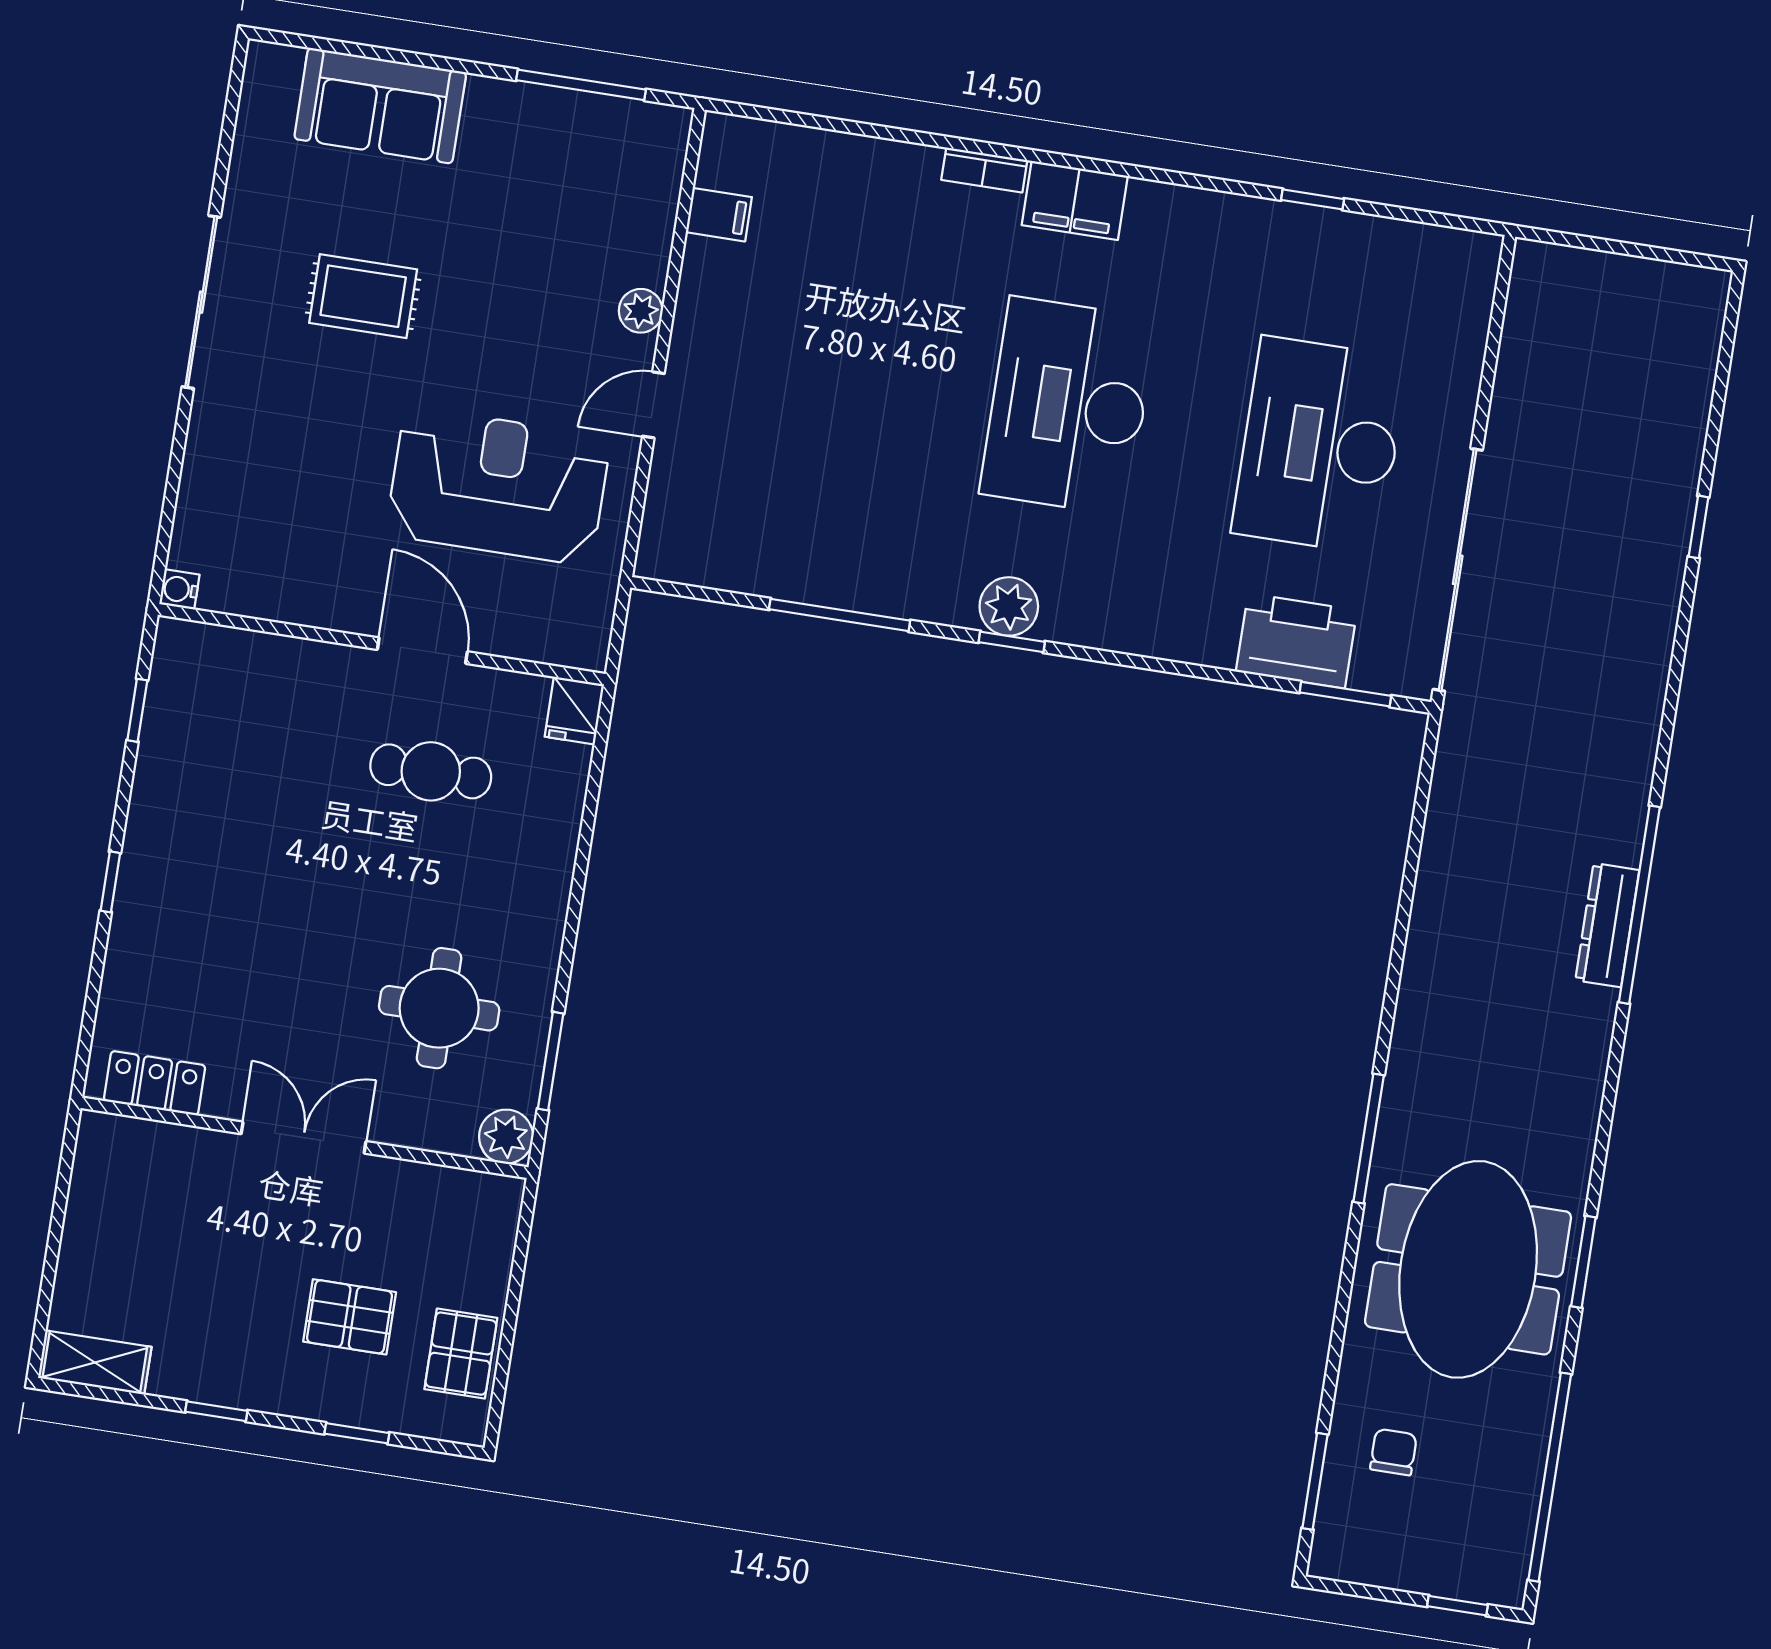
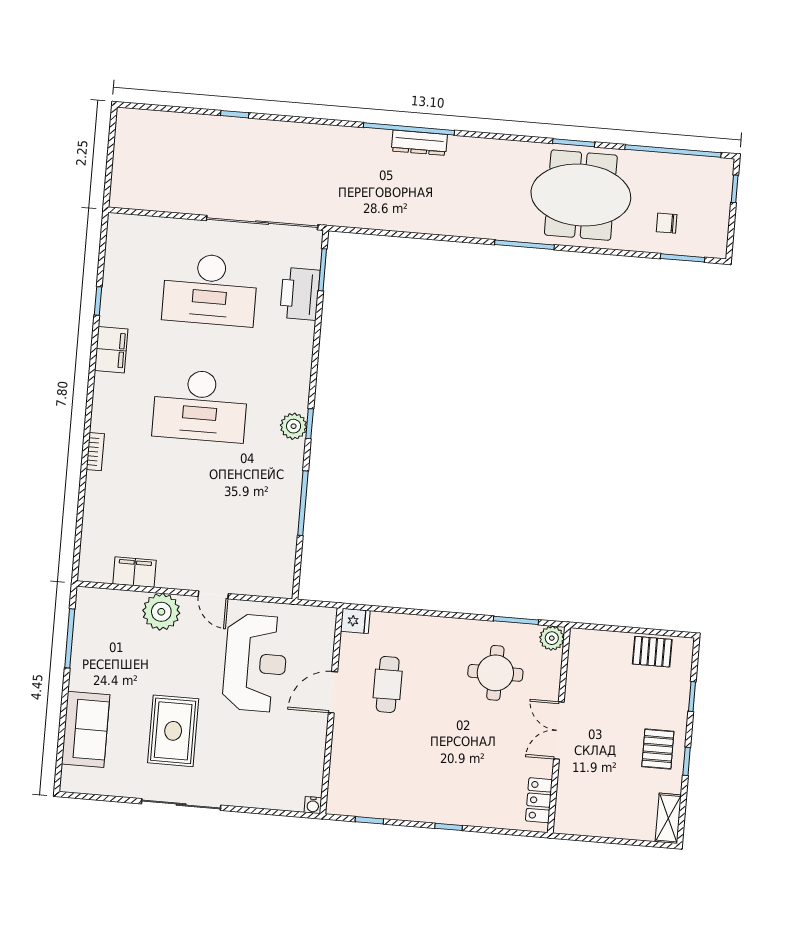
filing cabinet: (1075, 200) -> (111, 350), moved
filing cabinet: (719, 215) -> (135, 572), width x2.00
rug: (363, 296) -> (173, 731), width x1.36, depth x1.43
plant: (641, 311) -> (161, 612), width x1.88, depth x1.88
reception desk: (498, 486) -> (255, 663), turned 180
pallet: (350, 1317) -> (658, 749), moved

